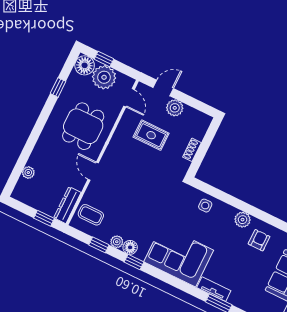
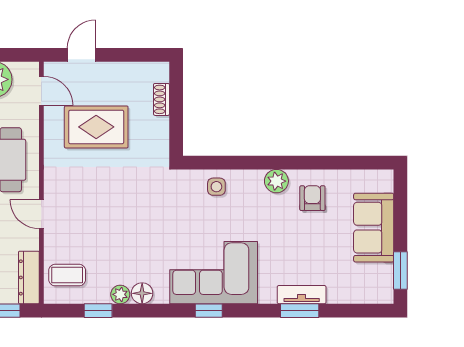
plant: (175, 108) -> (110, 74), removed
rug: (151, 135) -> (96, 127), width x1.36, depth x1.43
shoe rack: (192, 150) -> (162, 99), moved
window: (134, 262) -> (209, 311), moved
tv unit: (214, 289) -> (302, 295), moved

